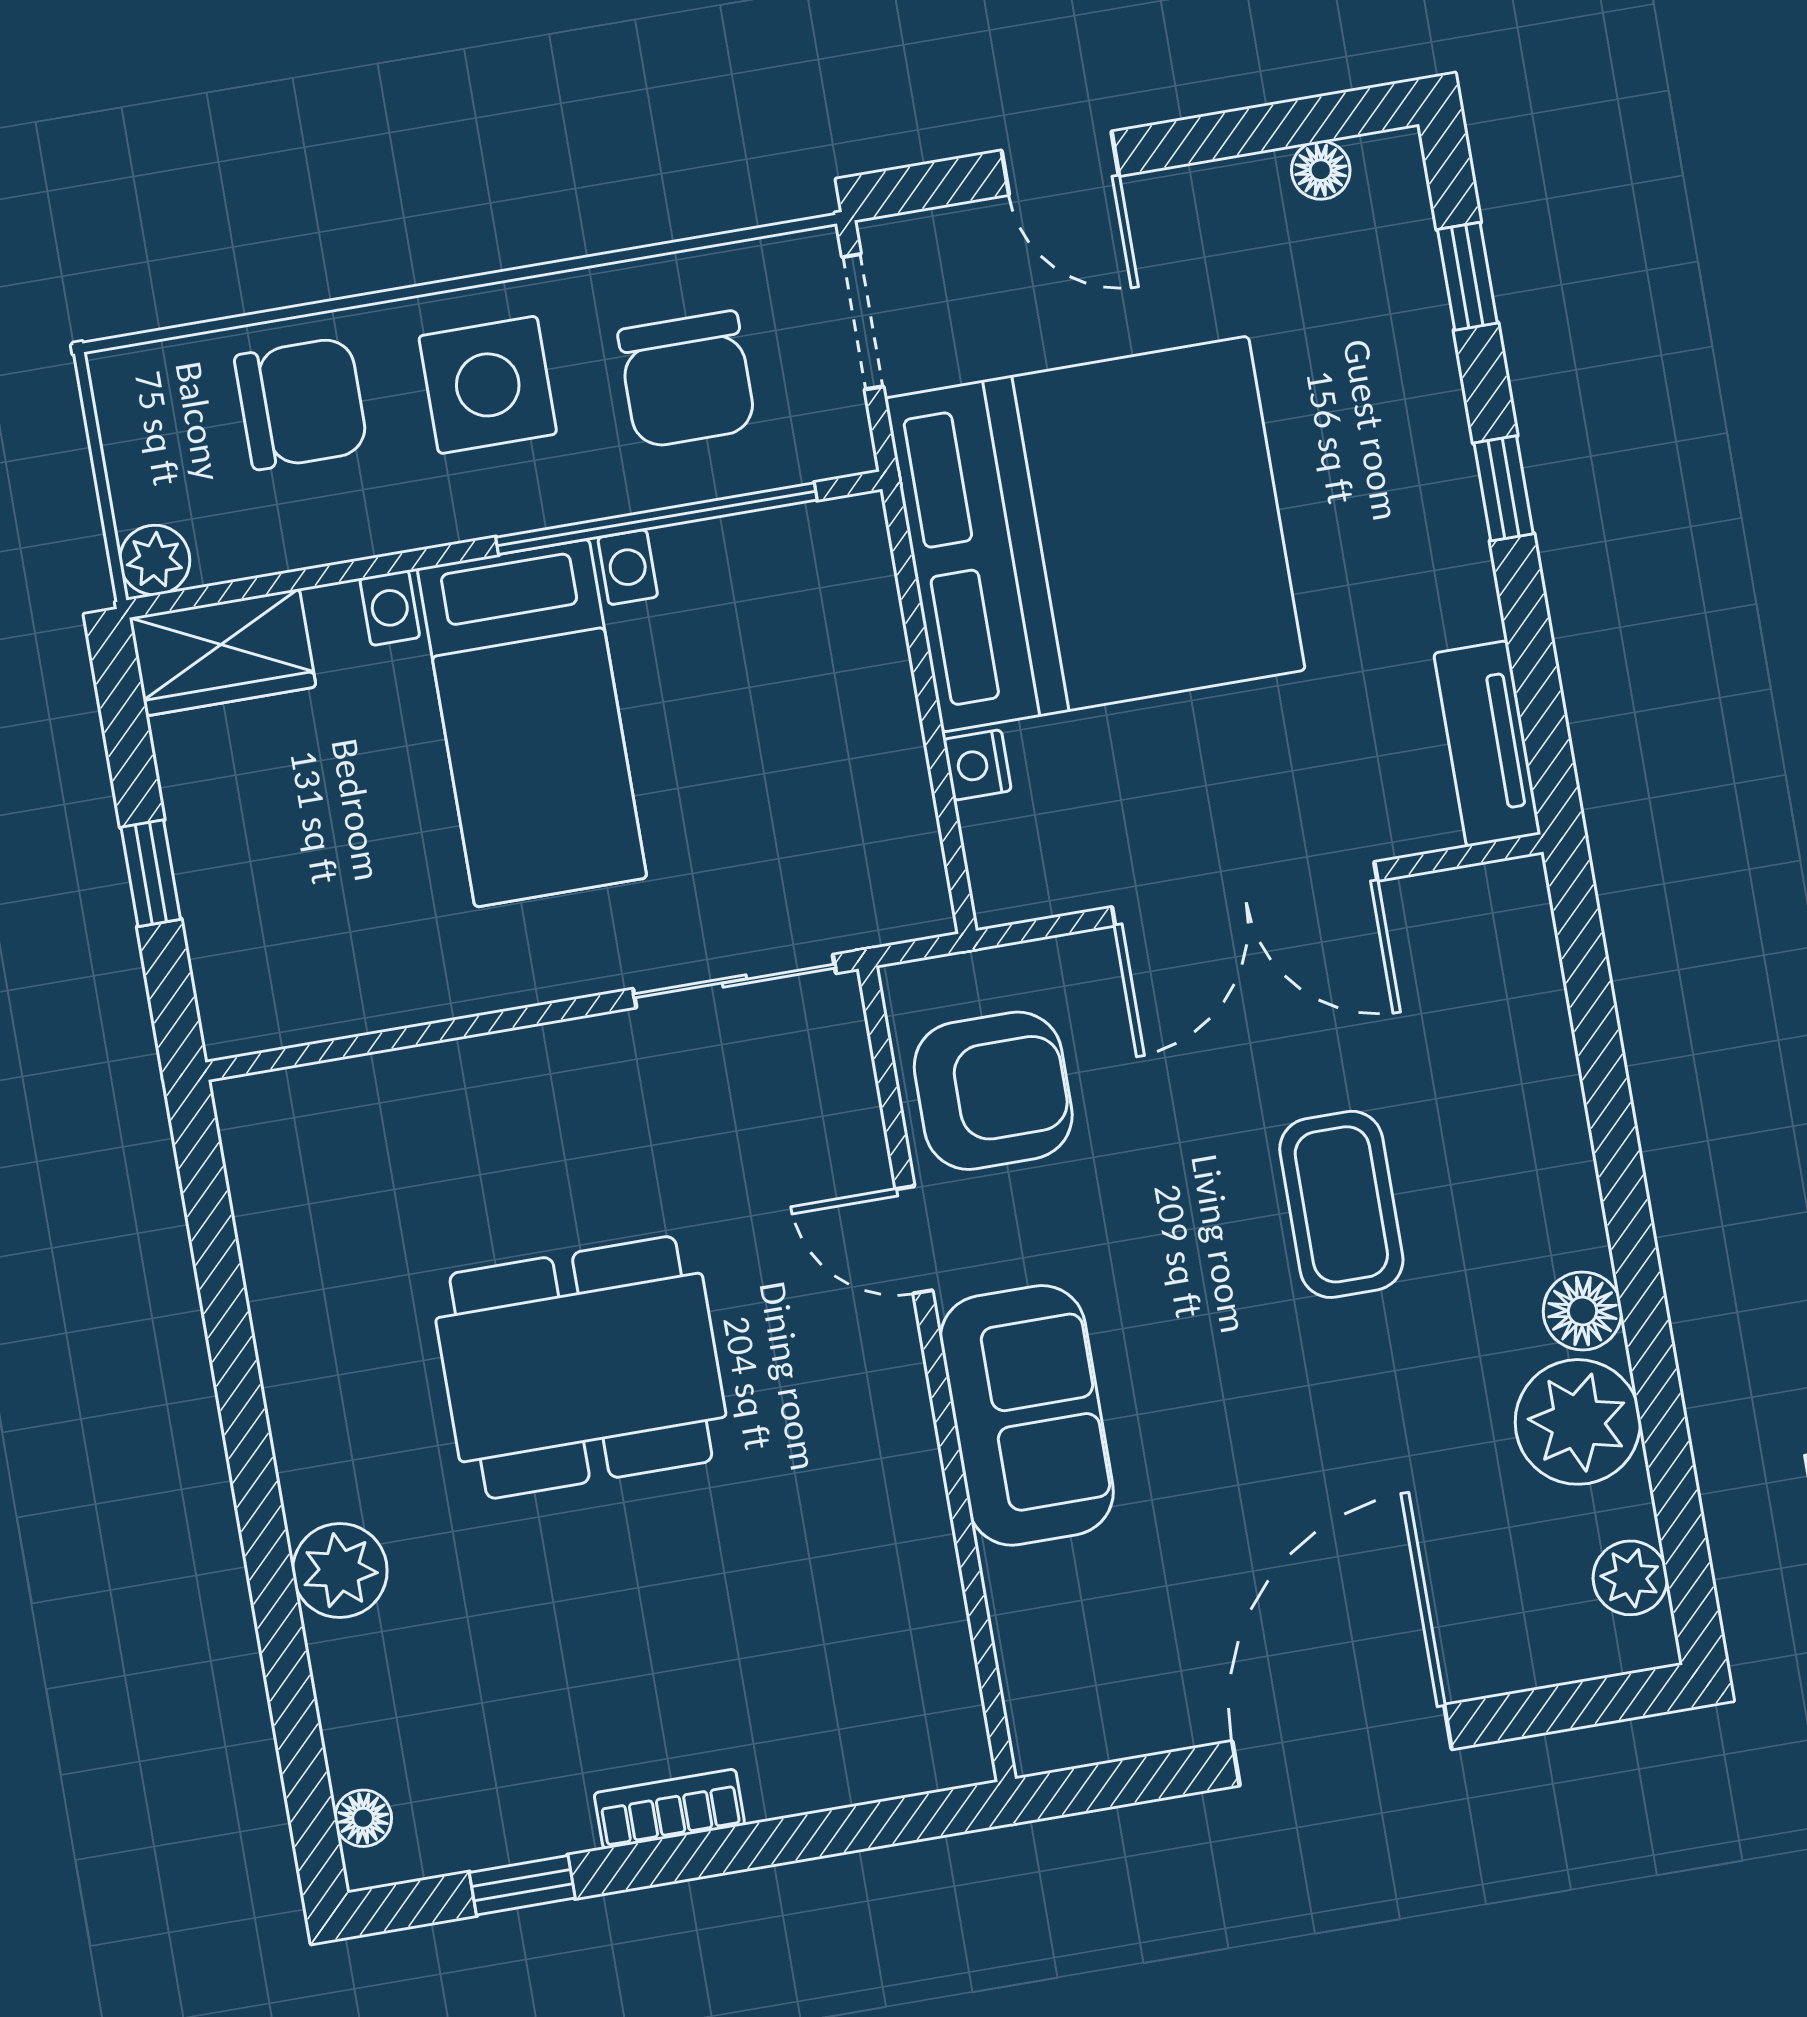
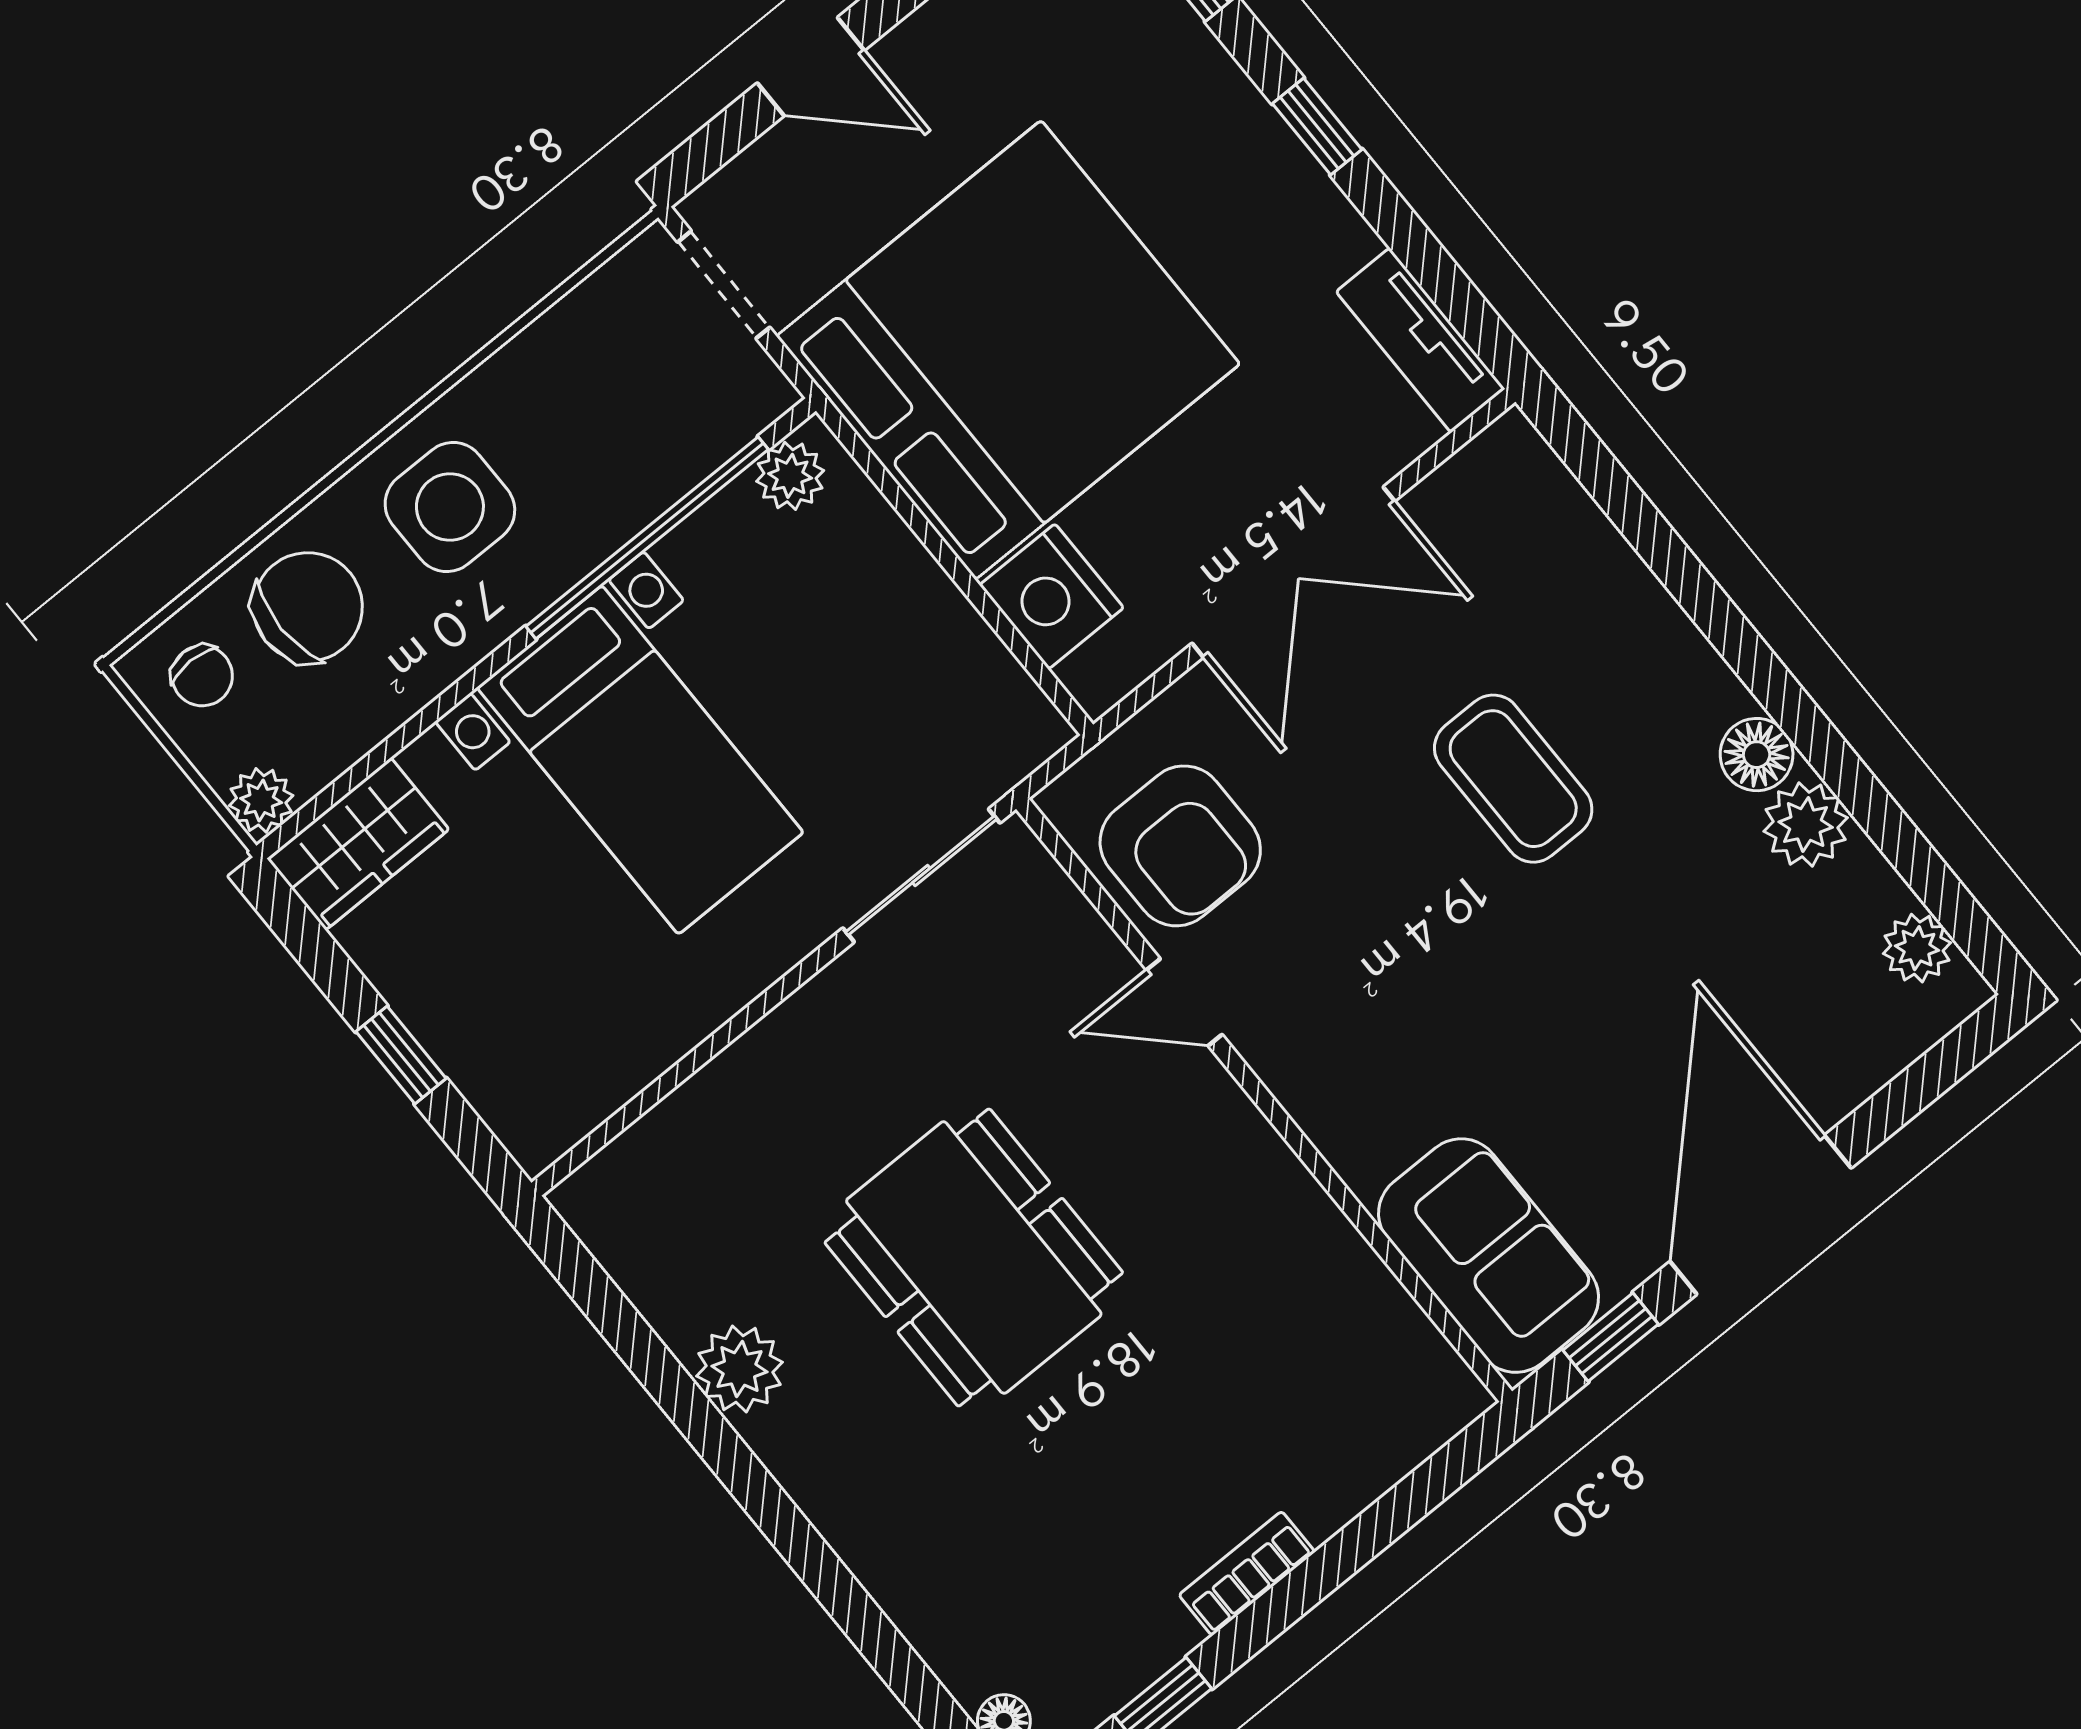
chair: (687, 380) -> (202, 676), moved, width x0.54, depth x0.54
plant: (823, 536) -> (790, 476), added
nightstand: (977, 765) -> (1052, 596), width x1.89, depth x1.79
armchair: (993, 1091) -> (1180, 846), turned 90
dining table: (581, 1367) -> (974, 1258), turned 90
sofa: (1027, 1415) -> (1489, 1256), moved
plant: (1578, 1422) -> (1806, 825), width x0.73, depth x0.73
plant: (340, 1571) -> (739, 1369), moved
window: (1136, 1780) -> (1611, 1337), added

